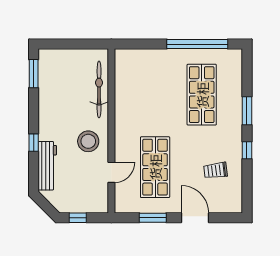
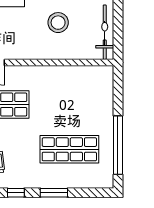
bicycle: (99, 89) -> (105, 32), moved, turned -90
stool: (88, 141) -> (58, 23), moved

